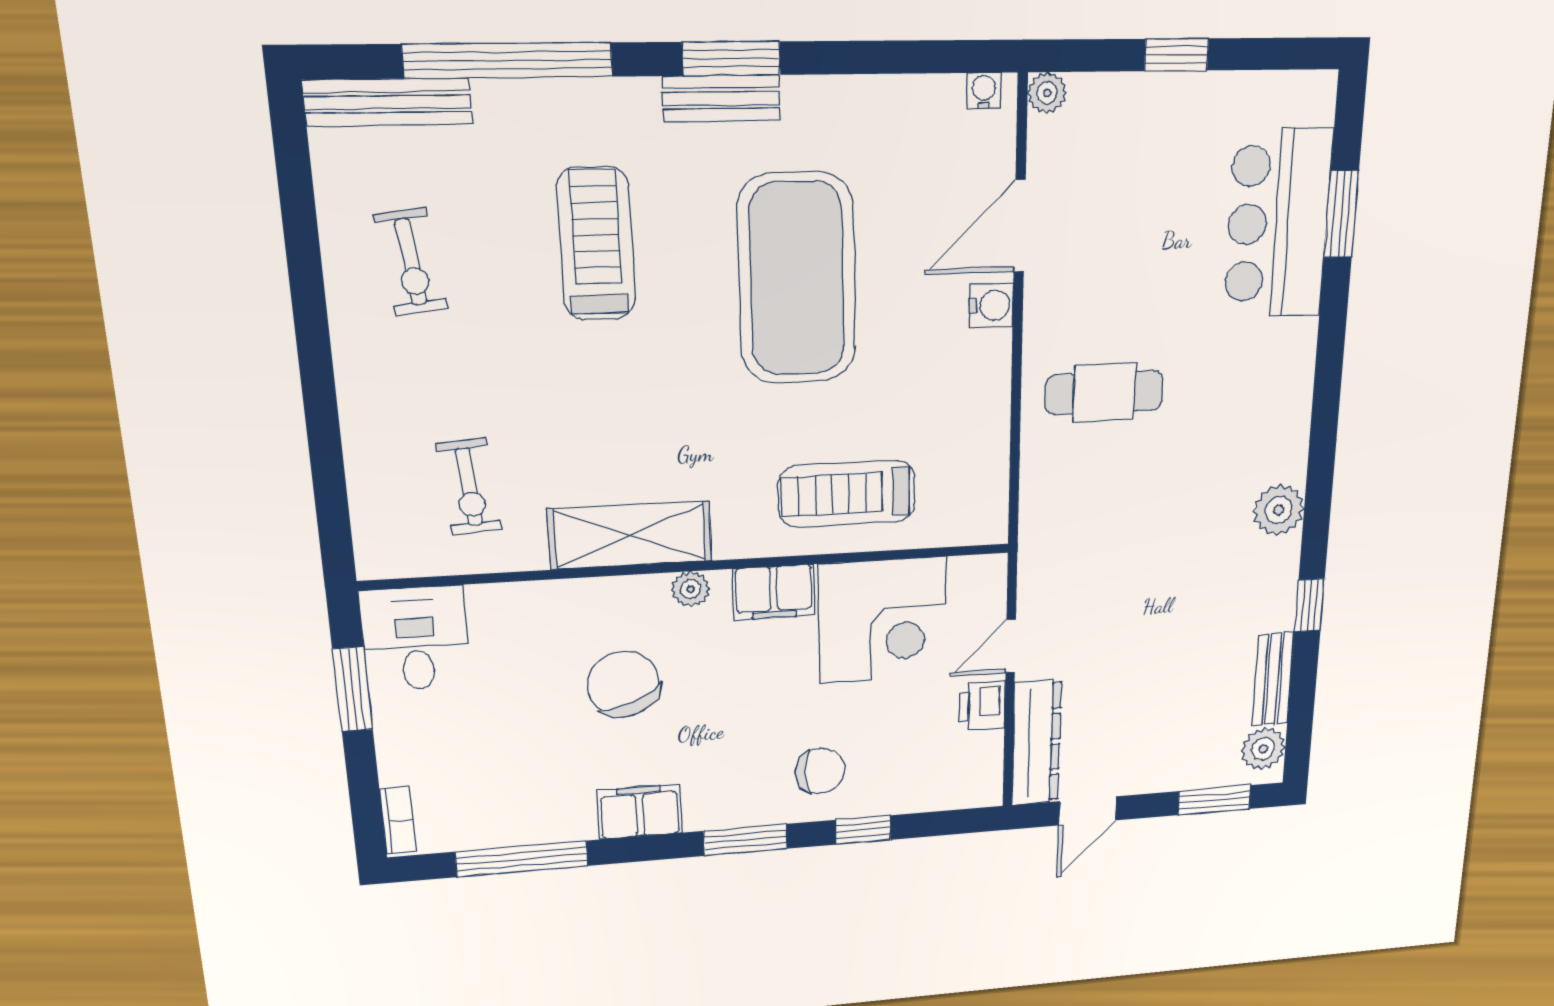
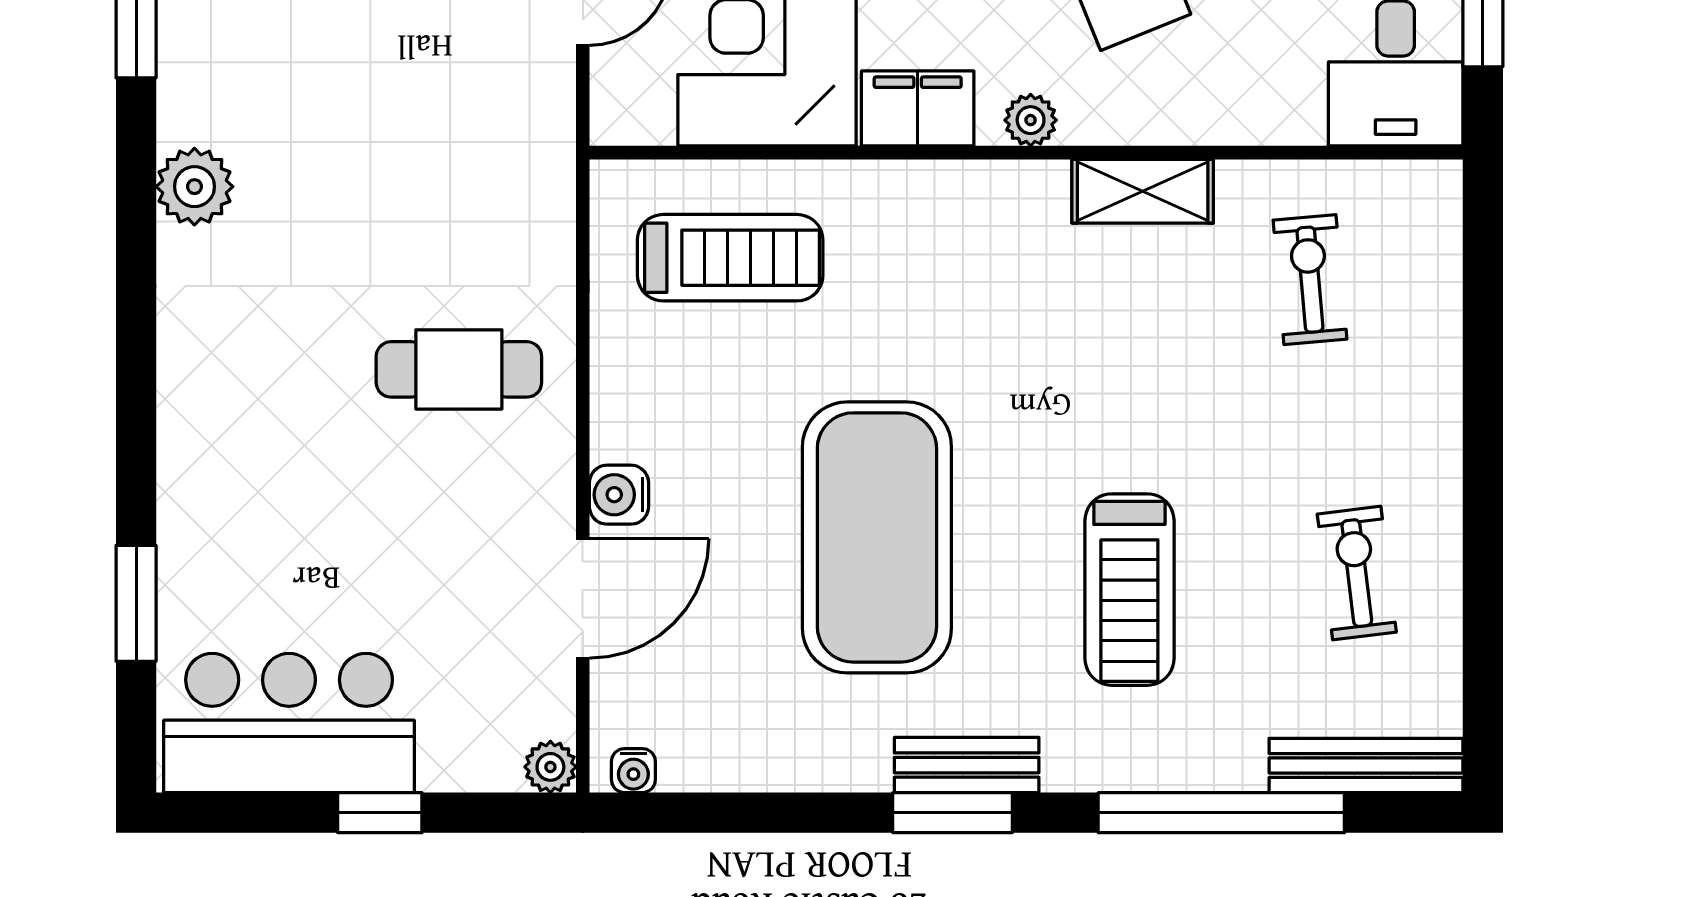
bar counter: (1278, 224) -> (289, 723), moved, turned -90
treadmill: (847, 494) -> (730, 258), moved
shelving: (630, 535) -> (1143, 191), width x0.67, depth x0.75

